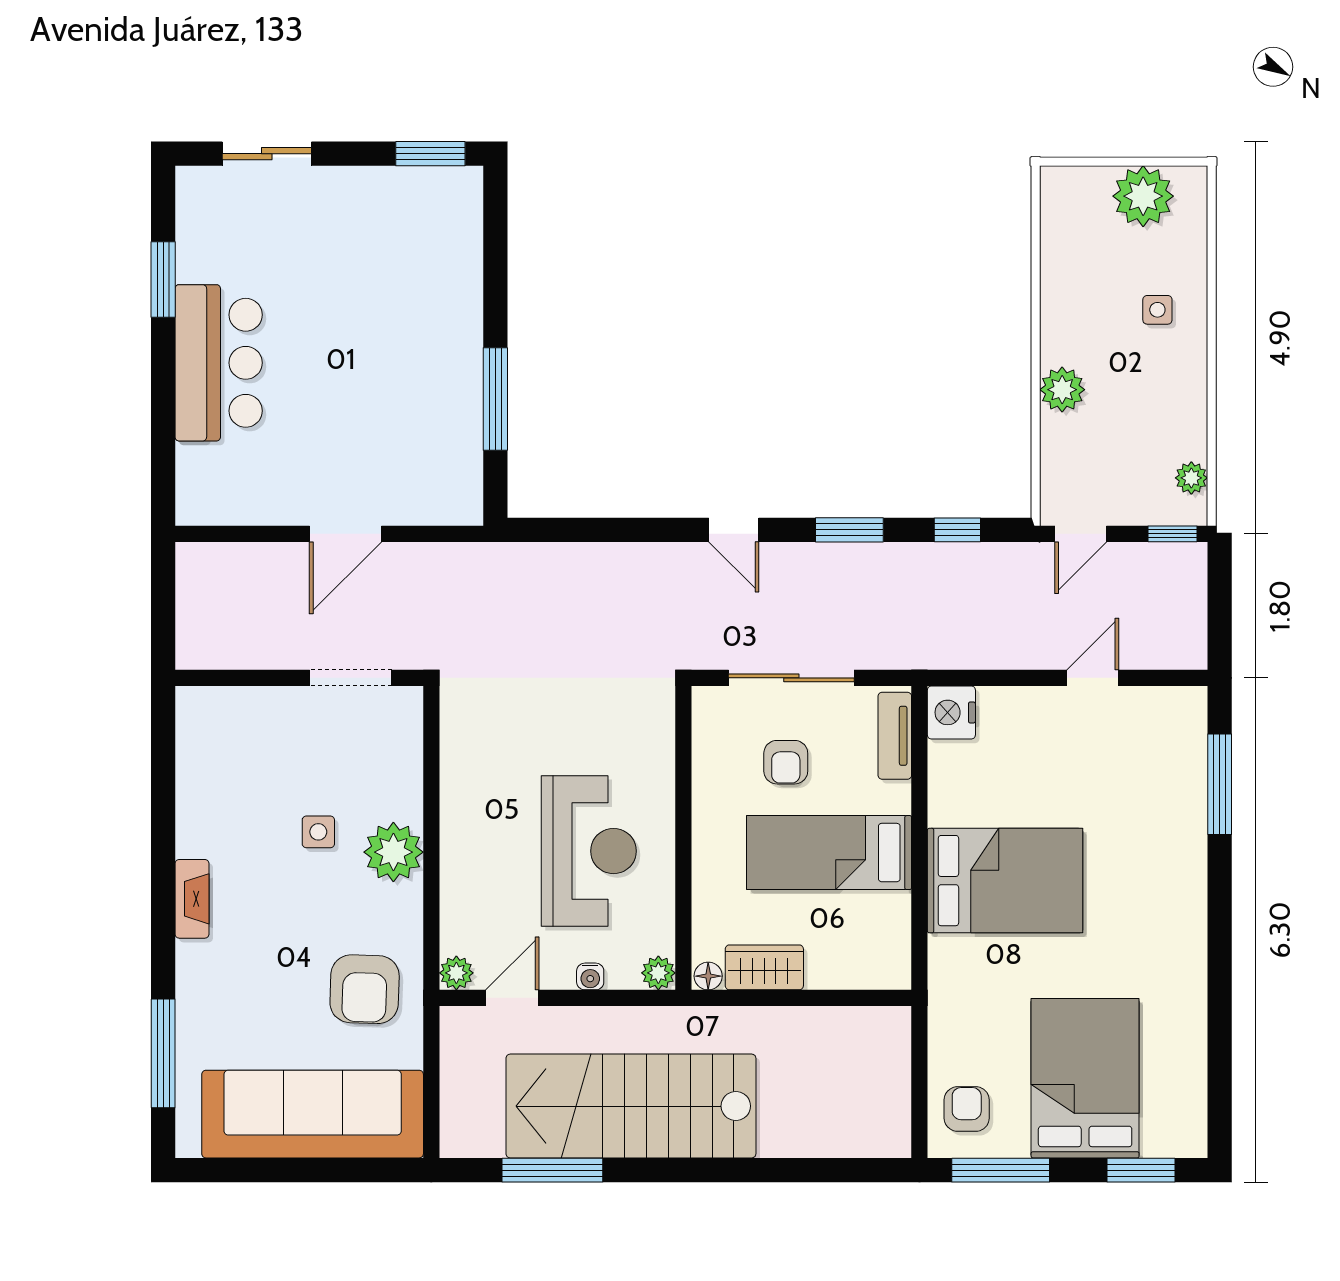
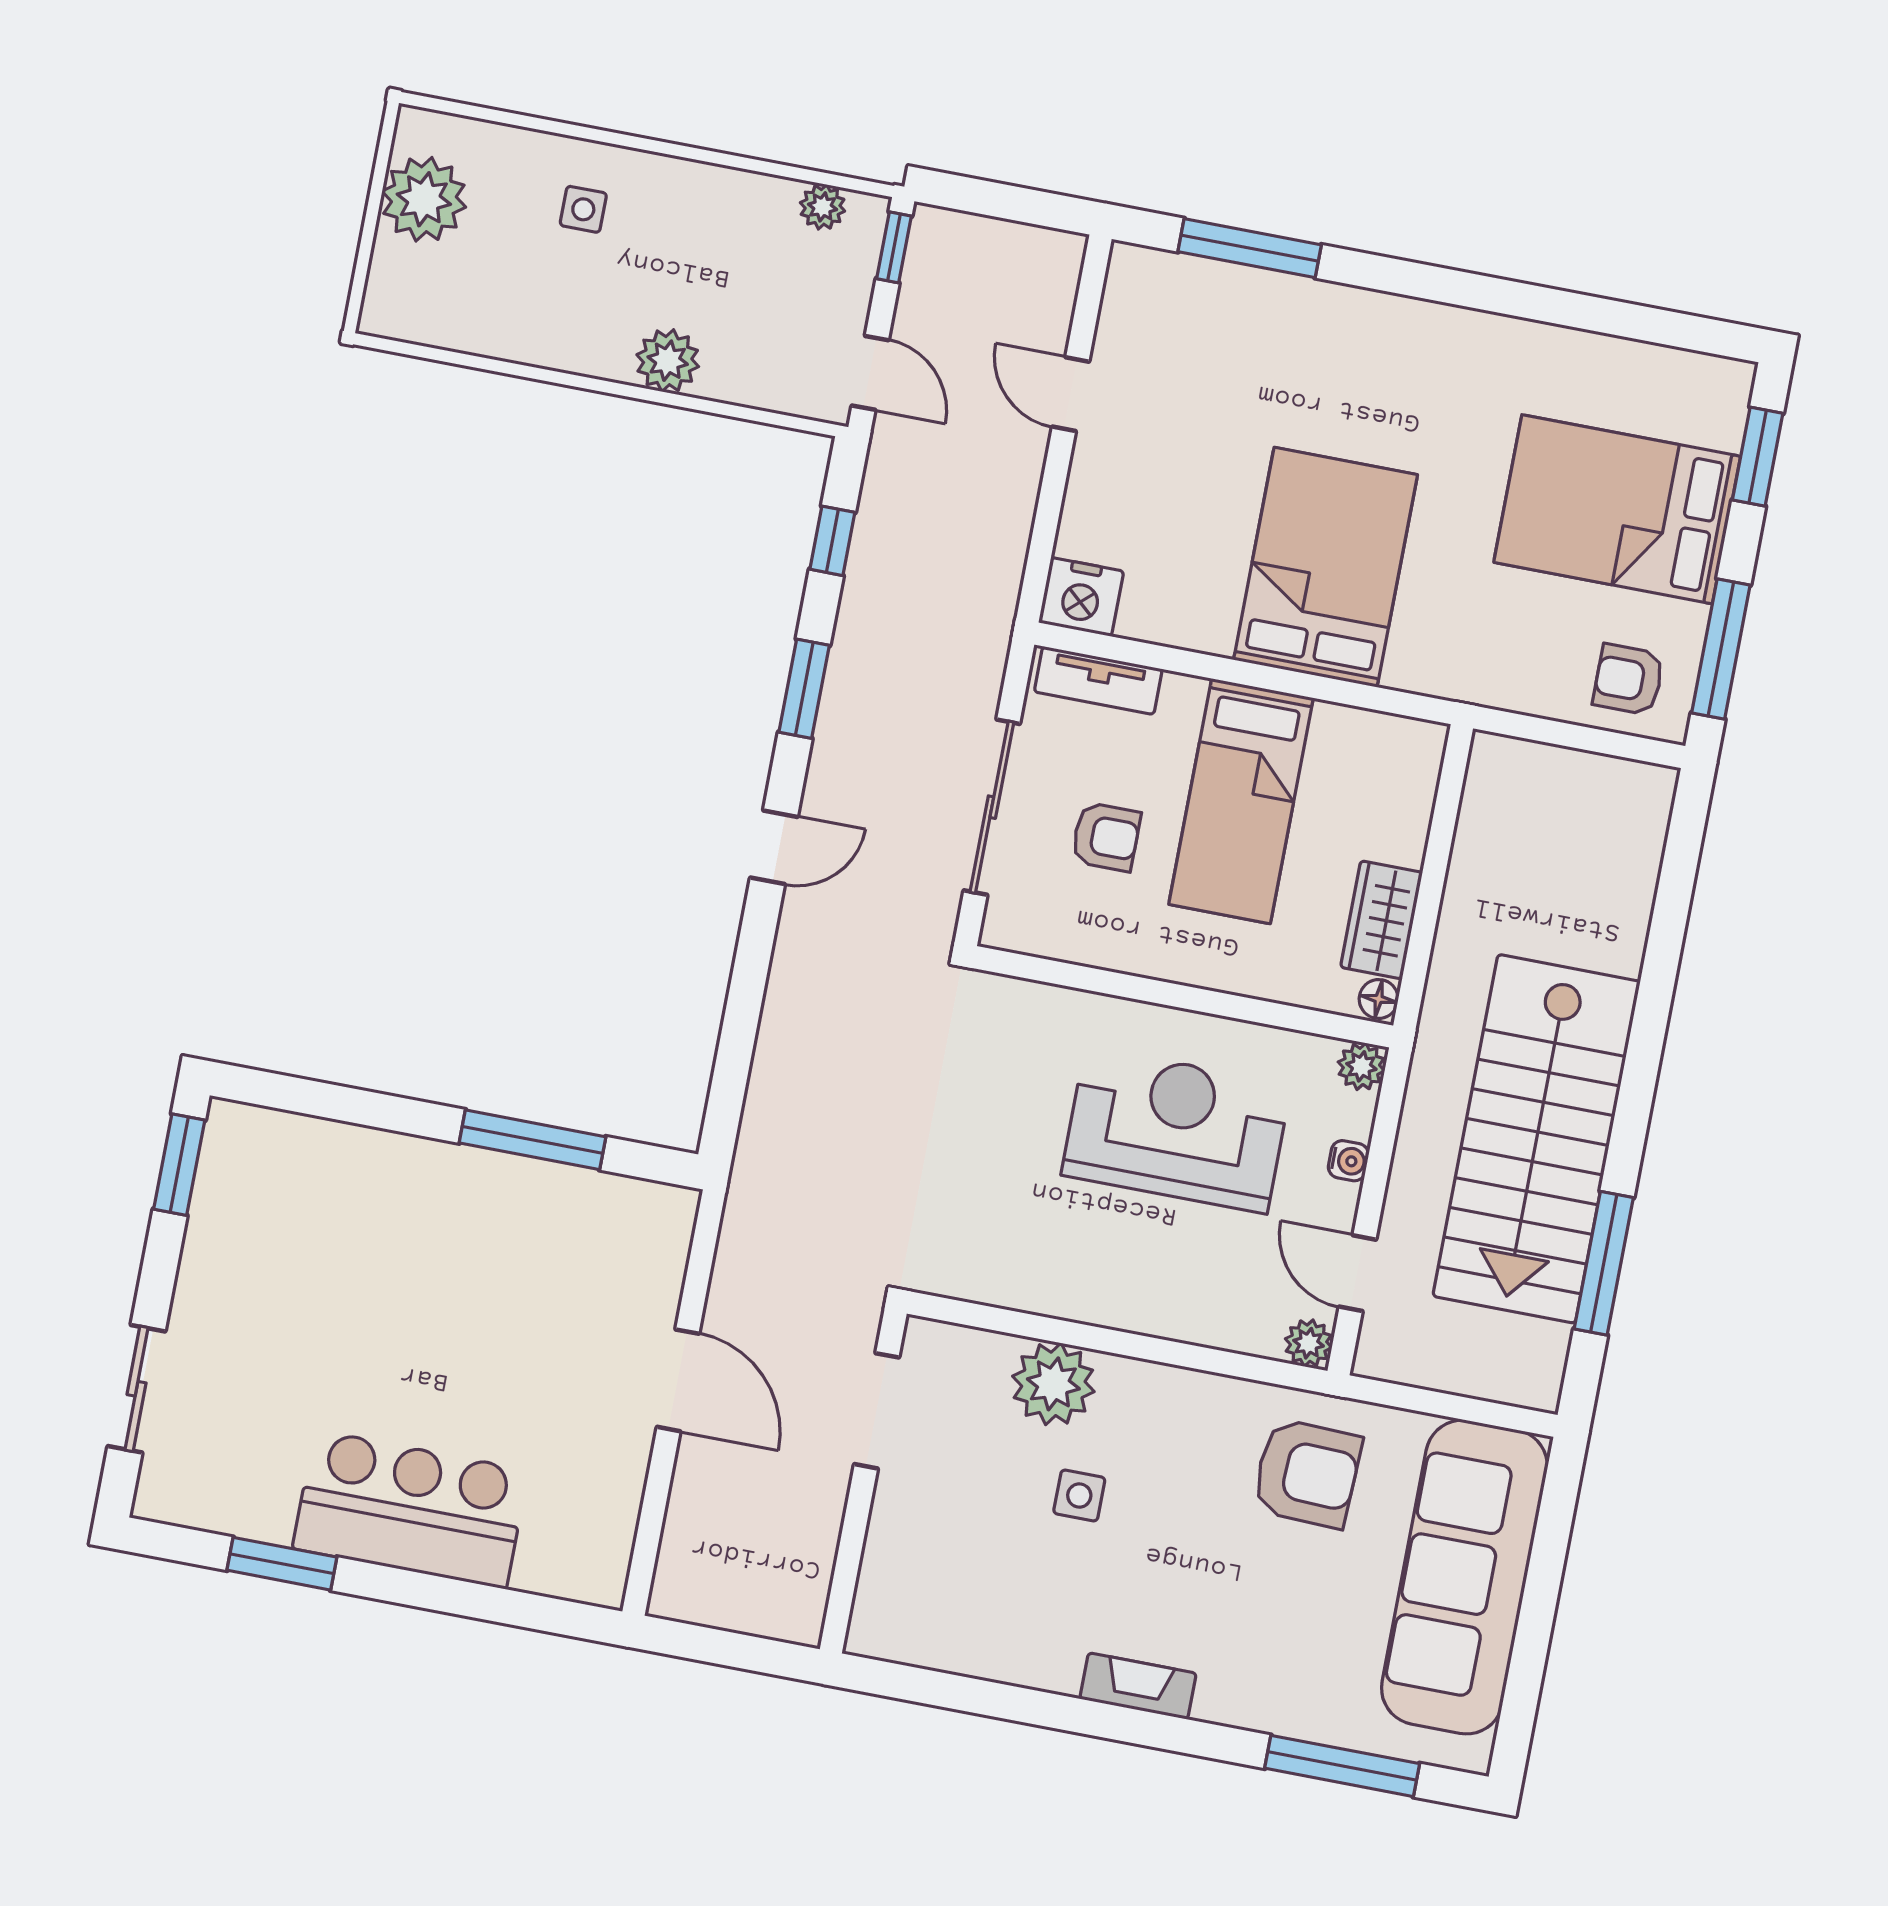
plant: (393, 852) -> (1053, 1384), moved

